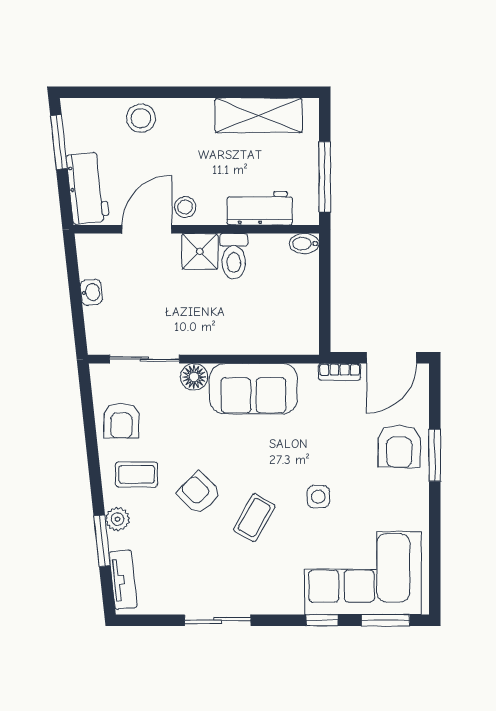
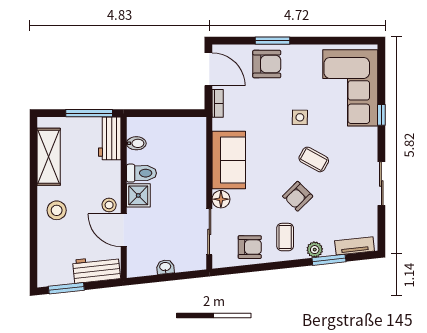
stool: (141, 118) -> (57, 210), moved
workbench: (260, 208) -> (110, 138), moved
bidet: (304, 244) -> (136, 143), moved, turned -90
window: (386, 620) -> (381, 73), removed

